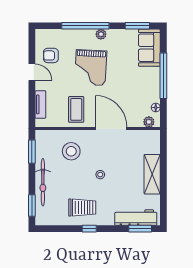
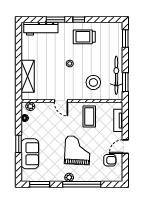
sofa: (149, 48) -> (30, 154), moved
door: (32, 72) -> (125, 147), hinge flipped
window: (163, 76) -> (19, 144), width x0.47
door: (111, 129) -> (61, 101), width x0.53
shelving: (152, 174) -> (28, 76), moved
bicycle: (43, 182) -> (116, 75), moved
window: (140, 229) -> (55, 20), moved

